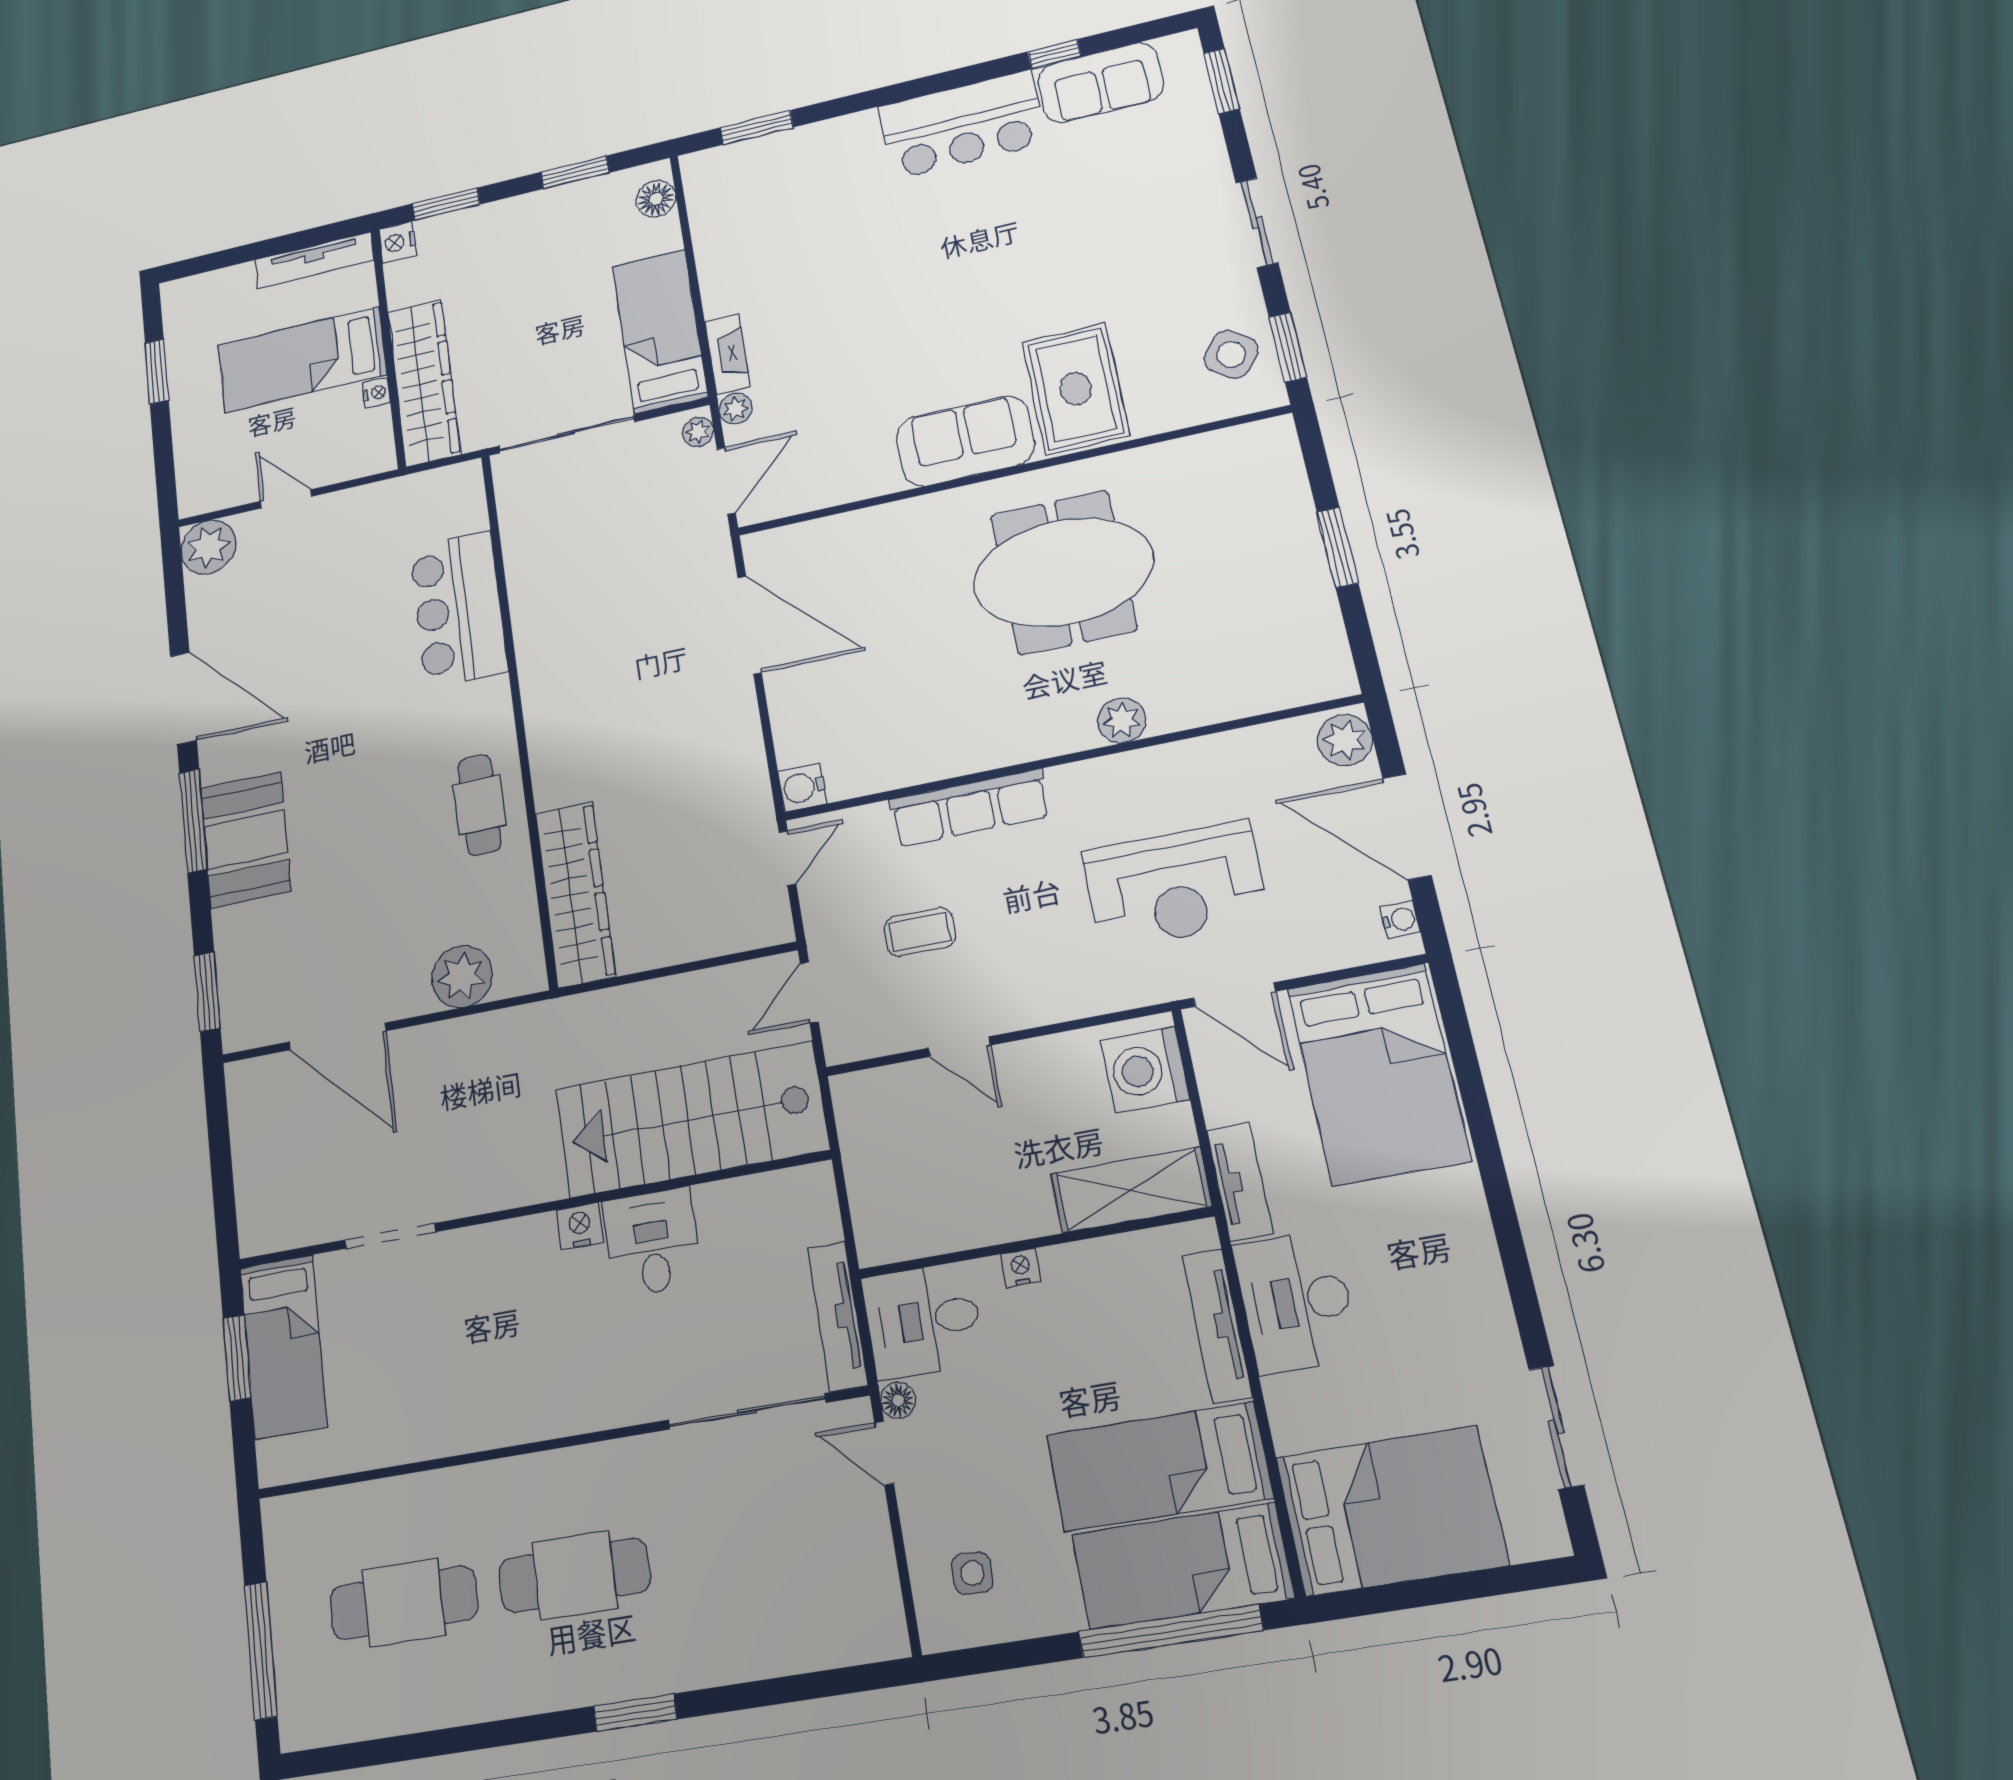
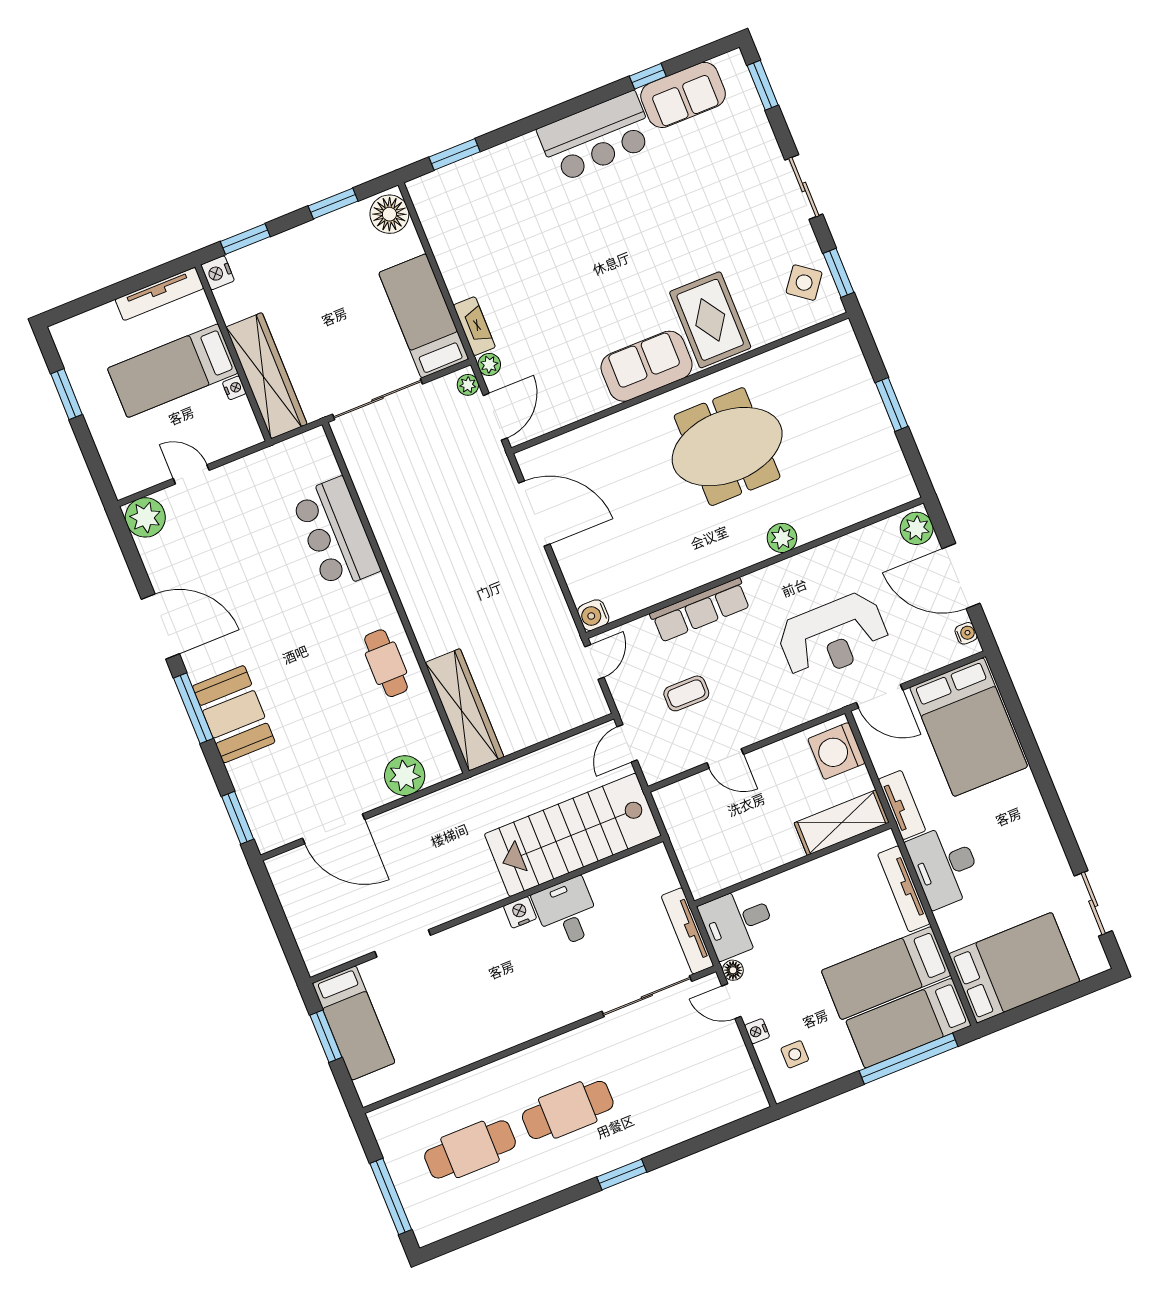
floor lamp: (656, 199) -> (389, 214), width x1.38, depth x1.38
nightstand: (1021, 1268) -> (757, 1031), moved, turned -90

